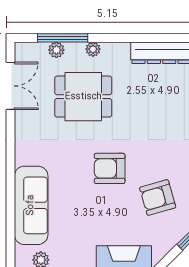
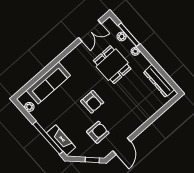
armchair: (110, 168) -> (92, 102), turned 180
armchair: (158, 197) -> (98, 132), turned 106

